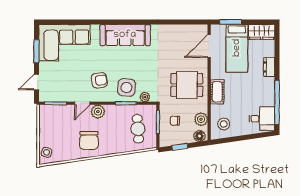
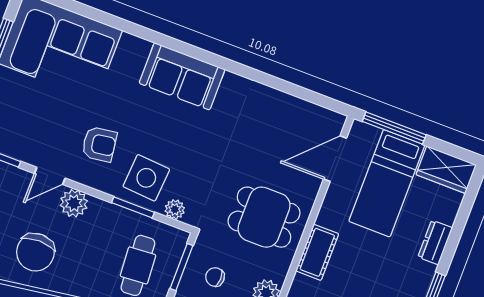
window: (231, 22) -> (394, 128), width x1.44
sofa: (125, 35) -> (182, 76), width x0.73

